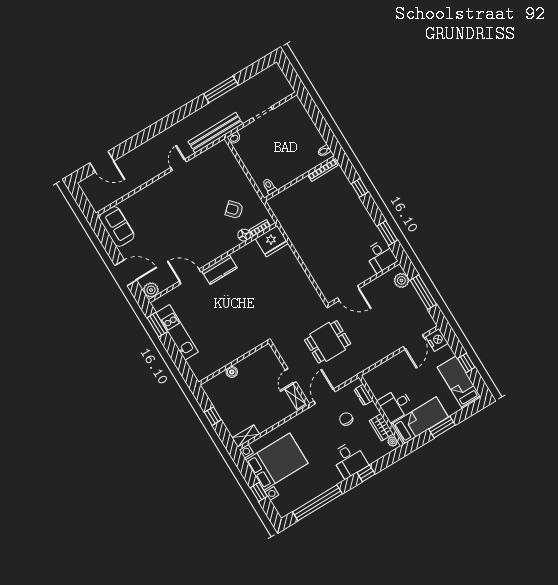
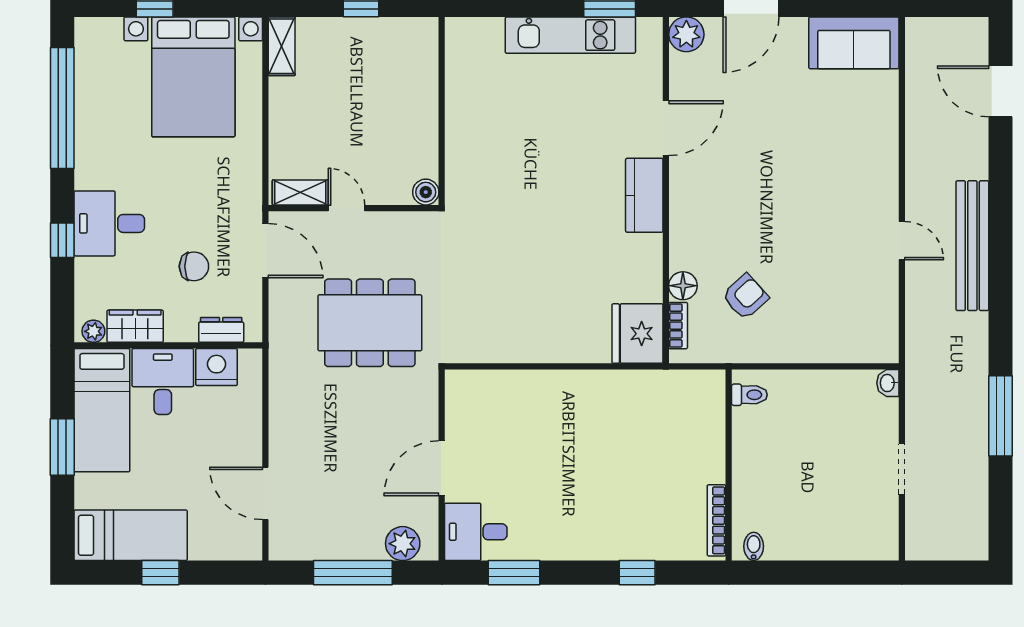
bench: (215, 133) -> (972, 246), moved
door: (102, 162) -> (1000, 91), hinge flipped
door: (348, 293) -> (442, 468), moved
nightstand: (437, 340) -> (217, 367), moved, turned 180
dining table: (328, 342) -> (370, 323), width x1.38
boiler: (232, 372) -> (426, 192), moved

